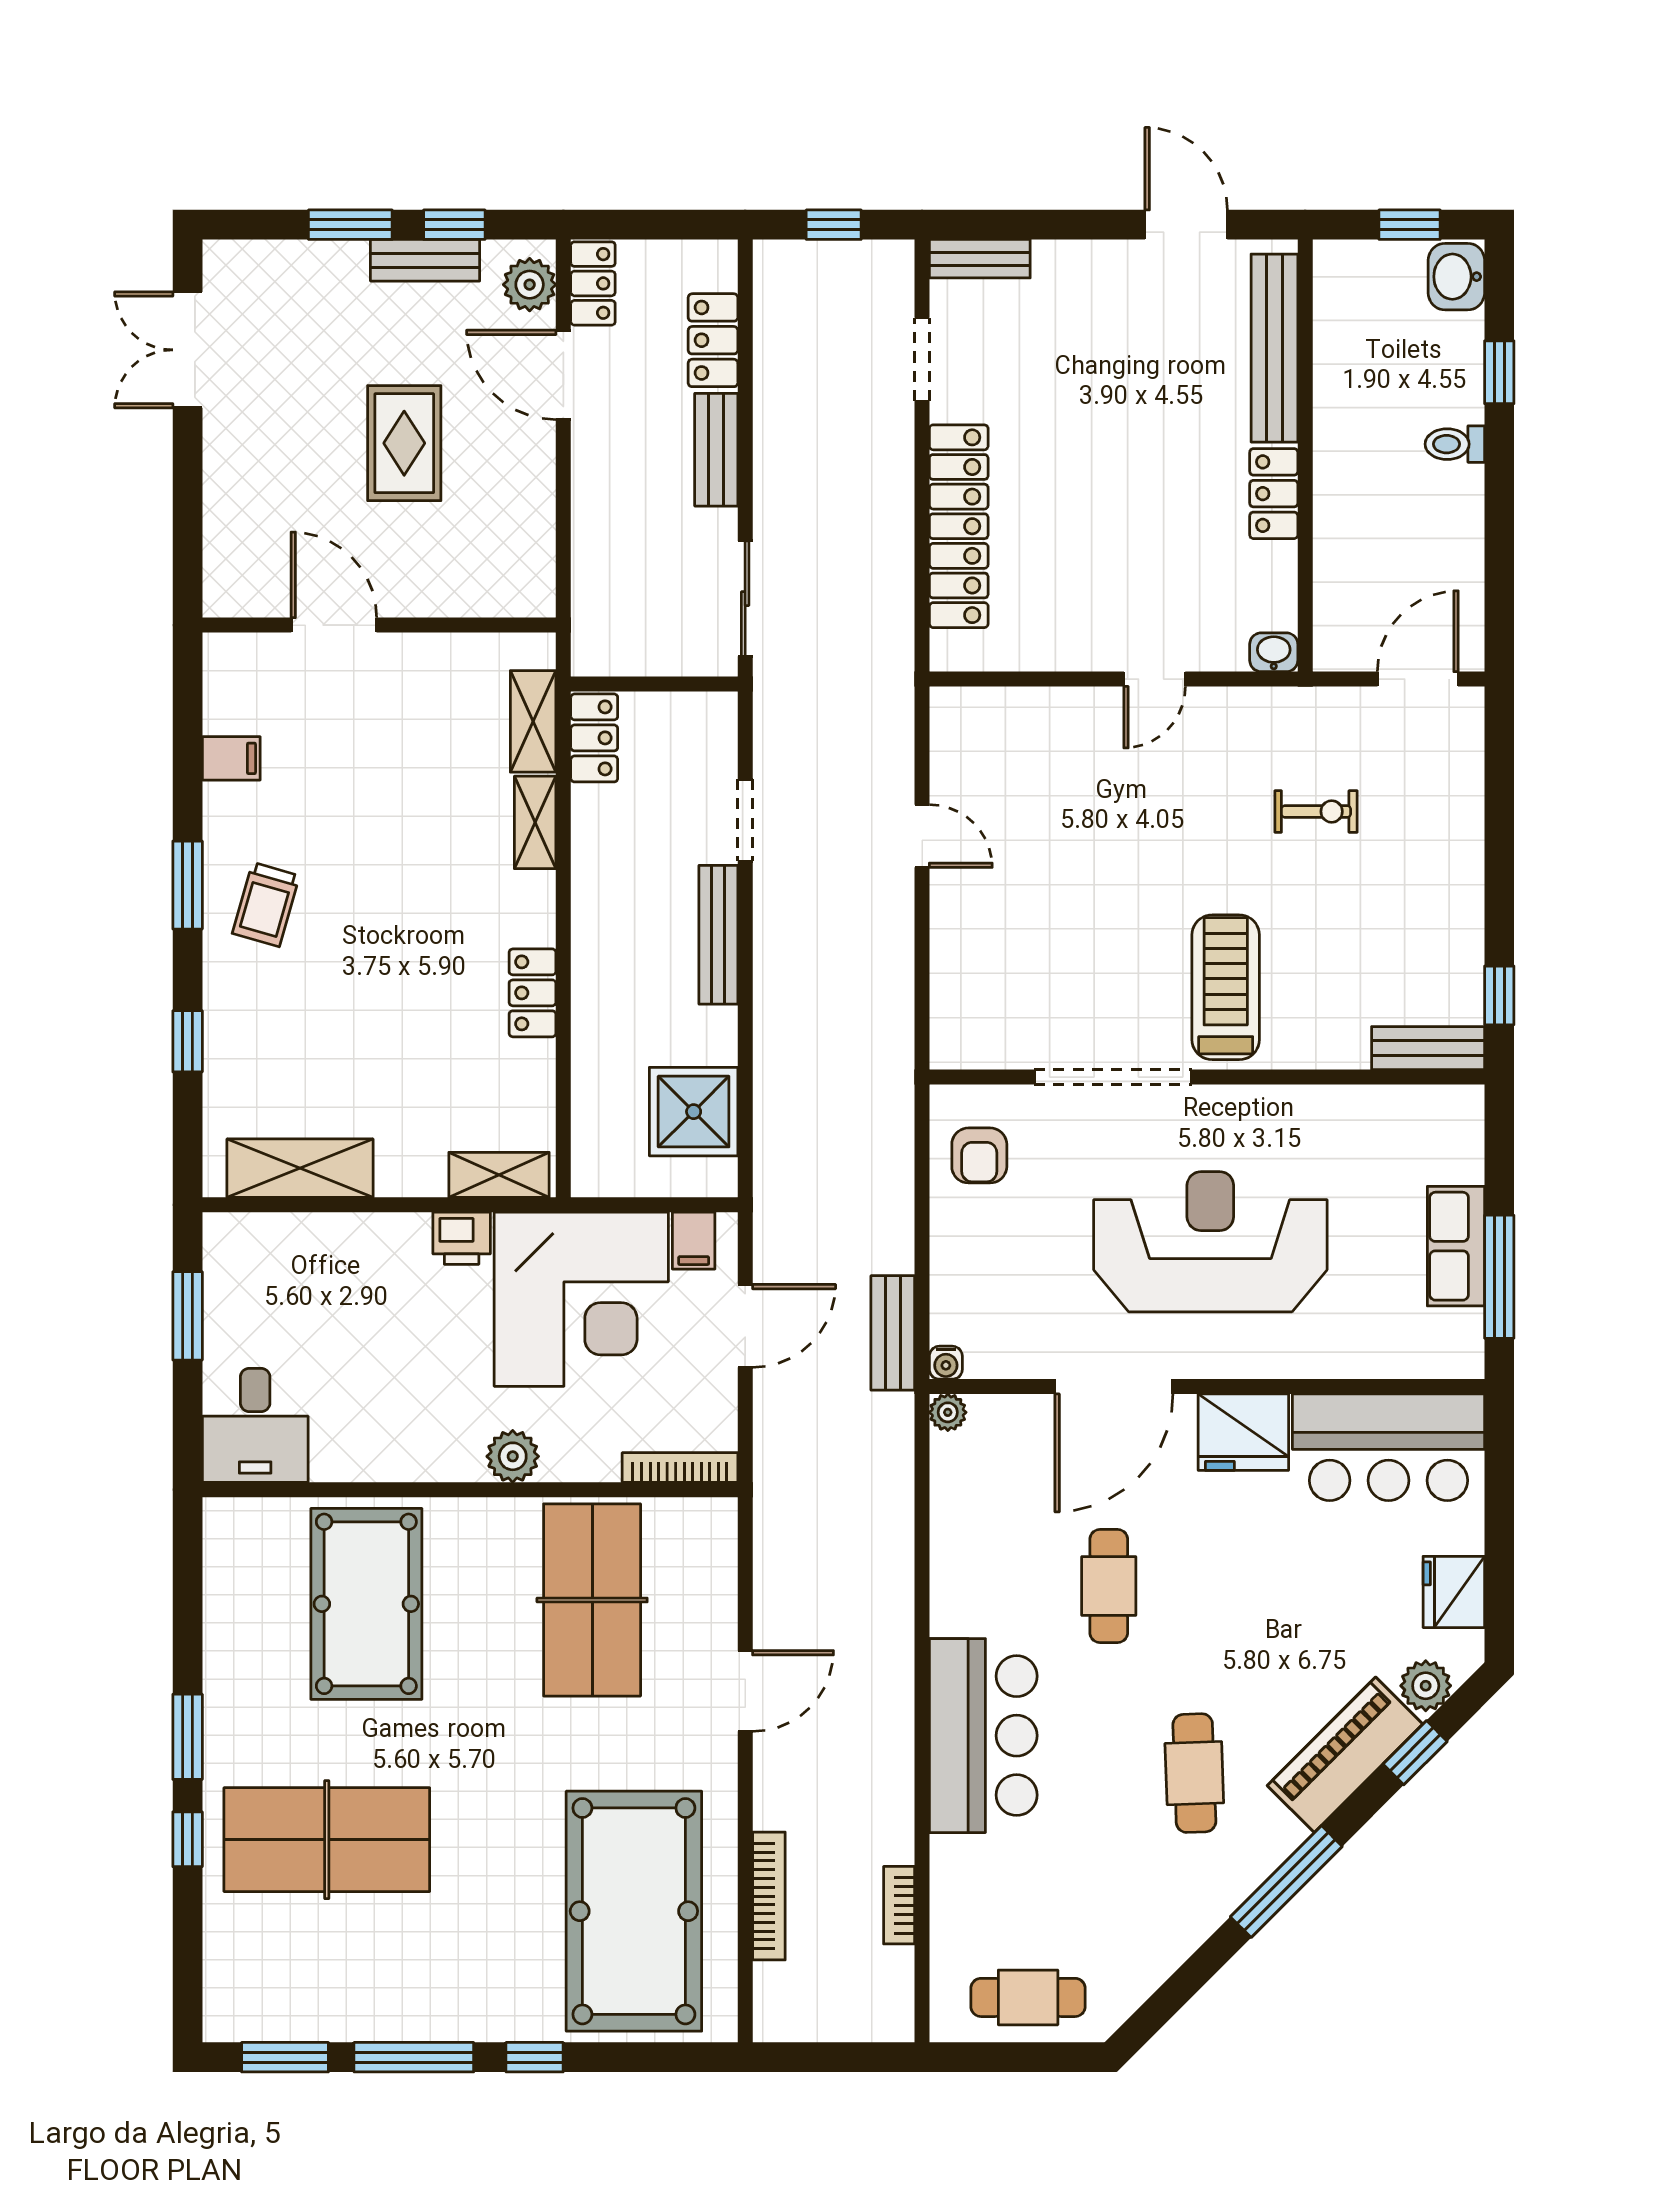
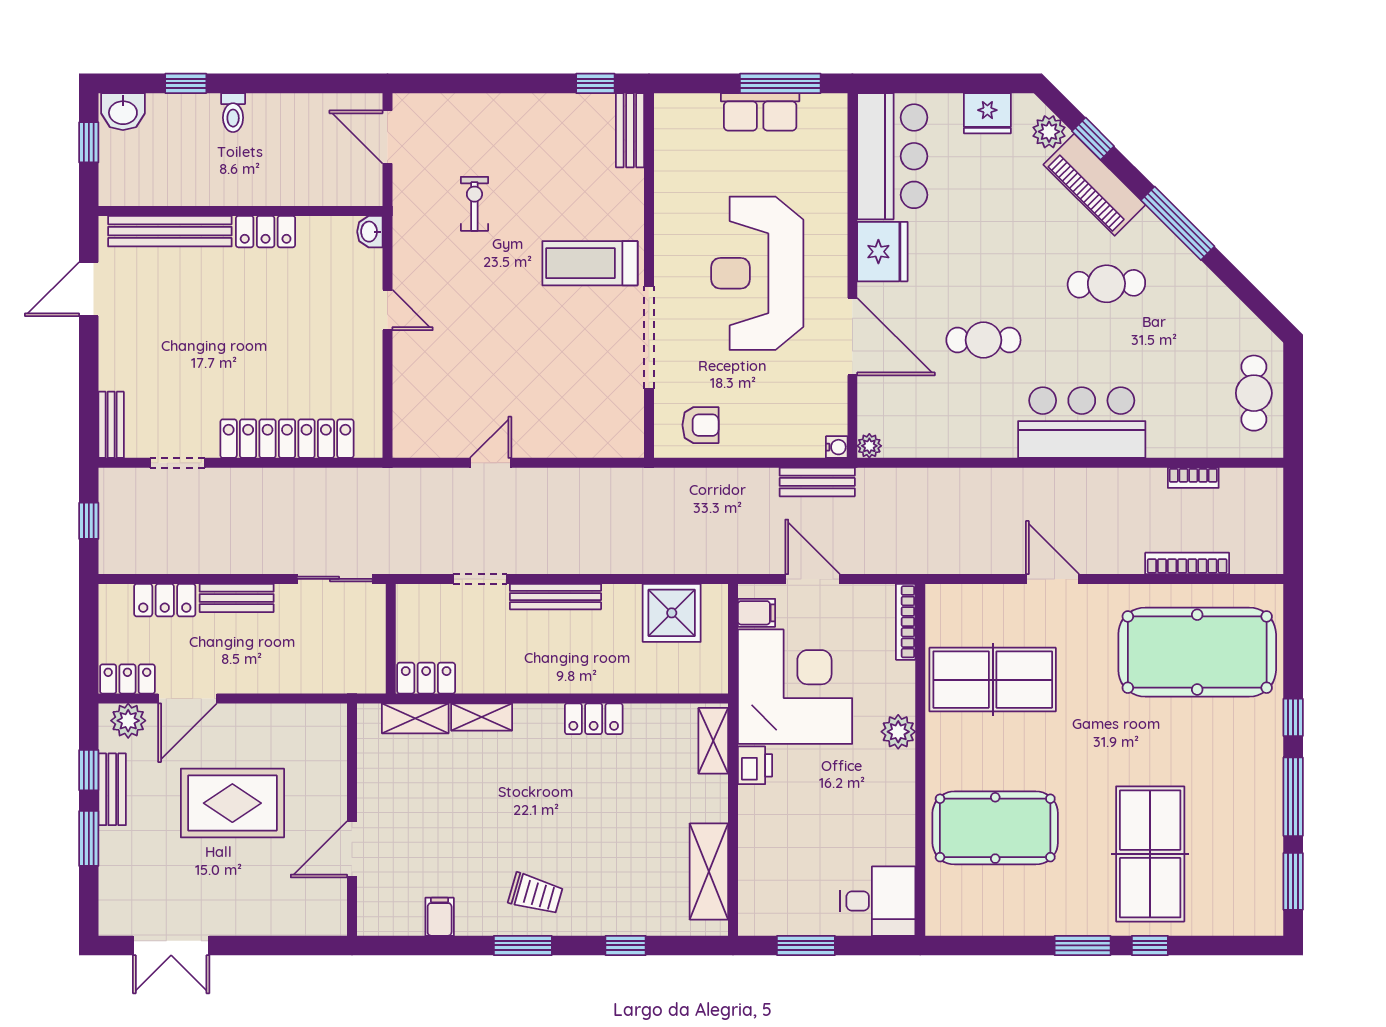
rug: (404, 443) -> (232, 803), width x1.36, depth x1.43

